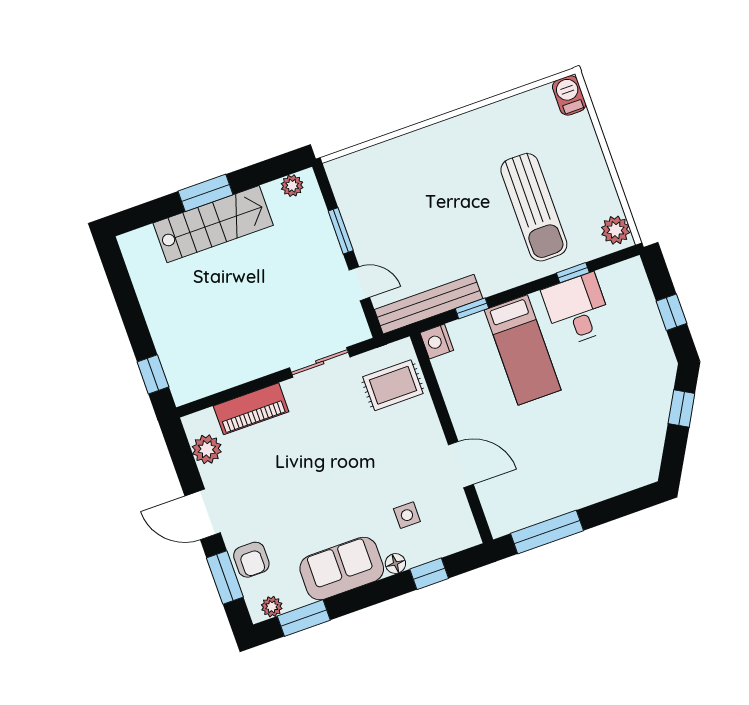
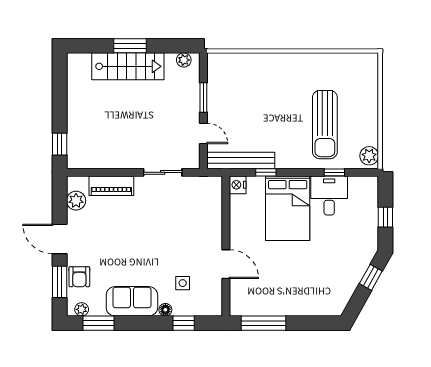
barbecue: (569, 95) -> (370, 65), removed
bed: (523, 350) -> (288, 208), width x1.50
rug: (393, 385) -> (202, 202), removed

